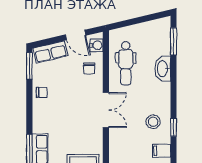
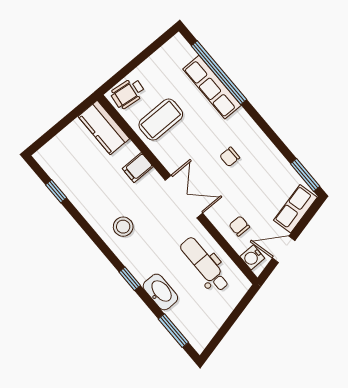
chair: (42, 93) -> (230, 157), moved
double door: (106, 110) -> (184, 197), swing flipped
window: (174, 127) -> (130, 279), moved
filing cabinet: (162, 151) -> (138, 168), moved, turned 180

